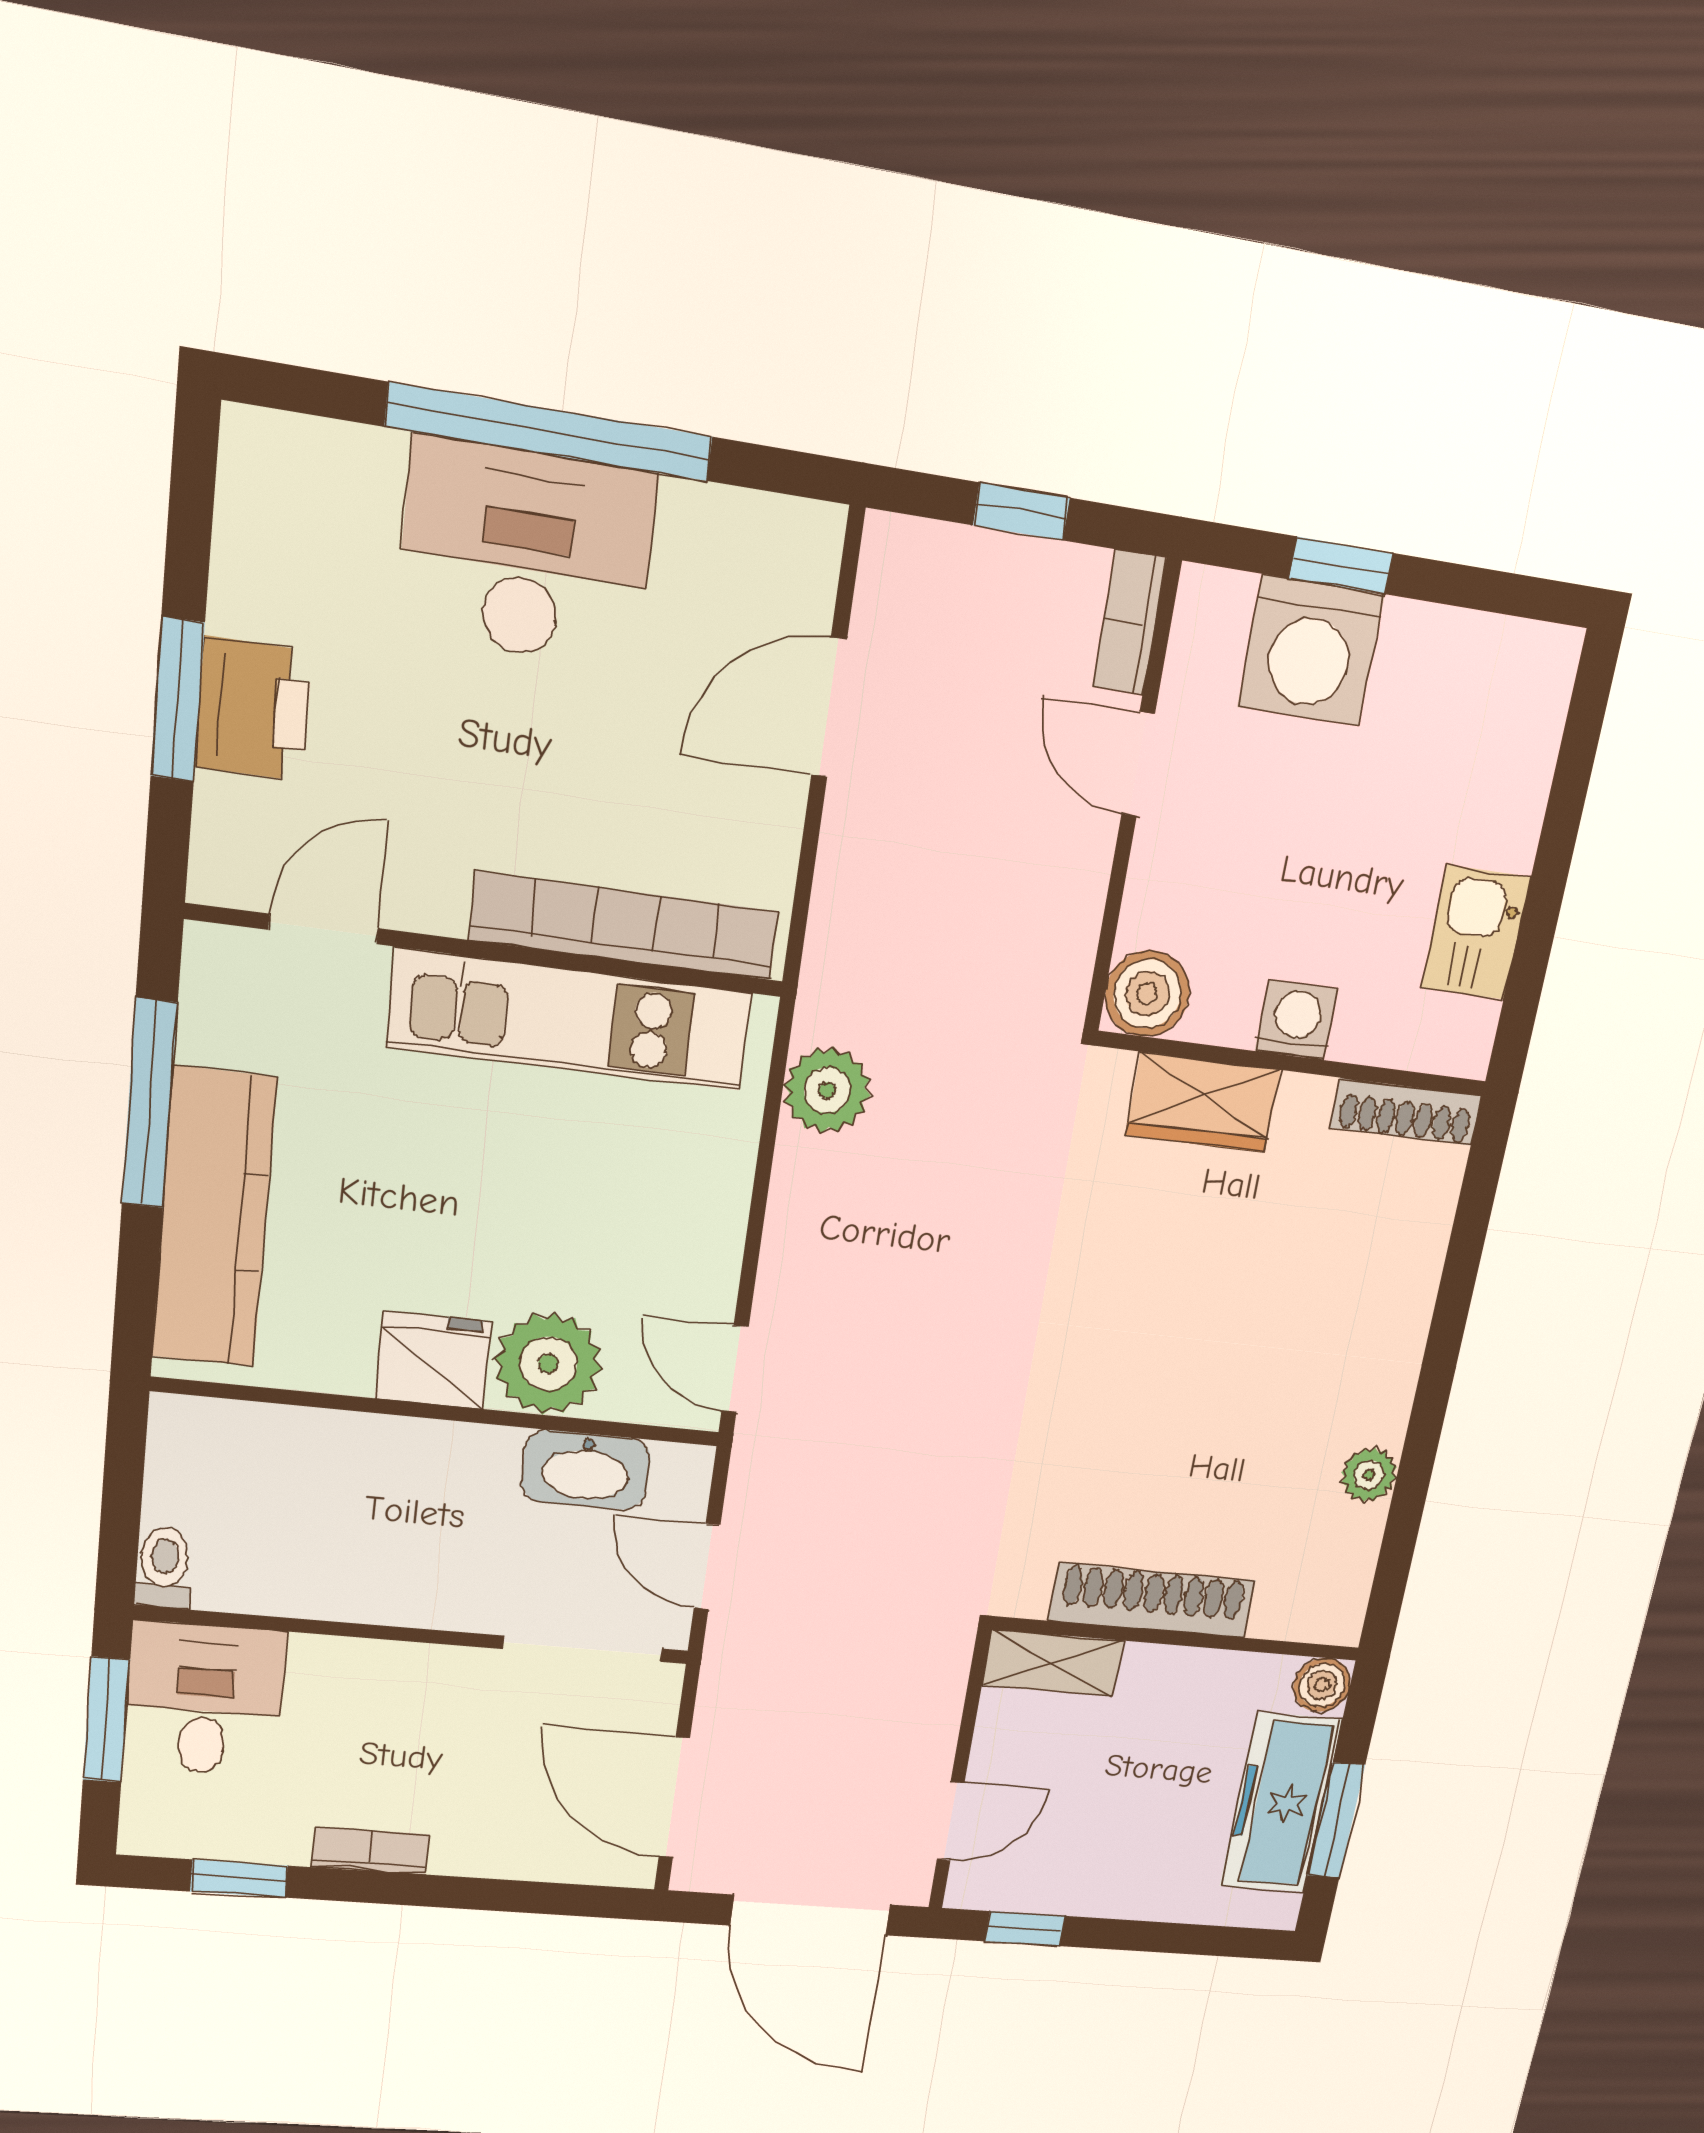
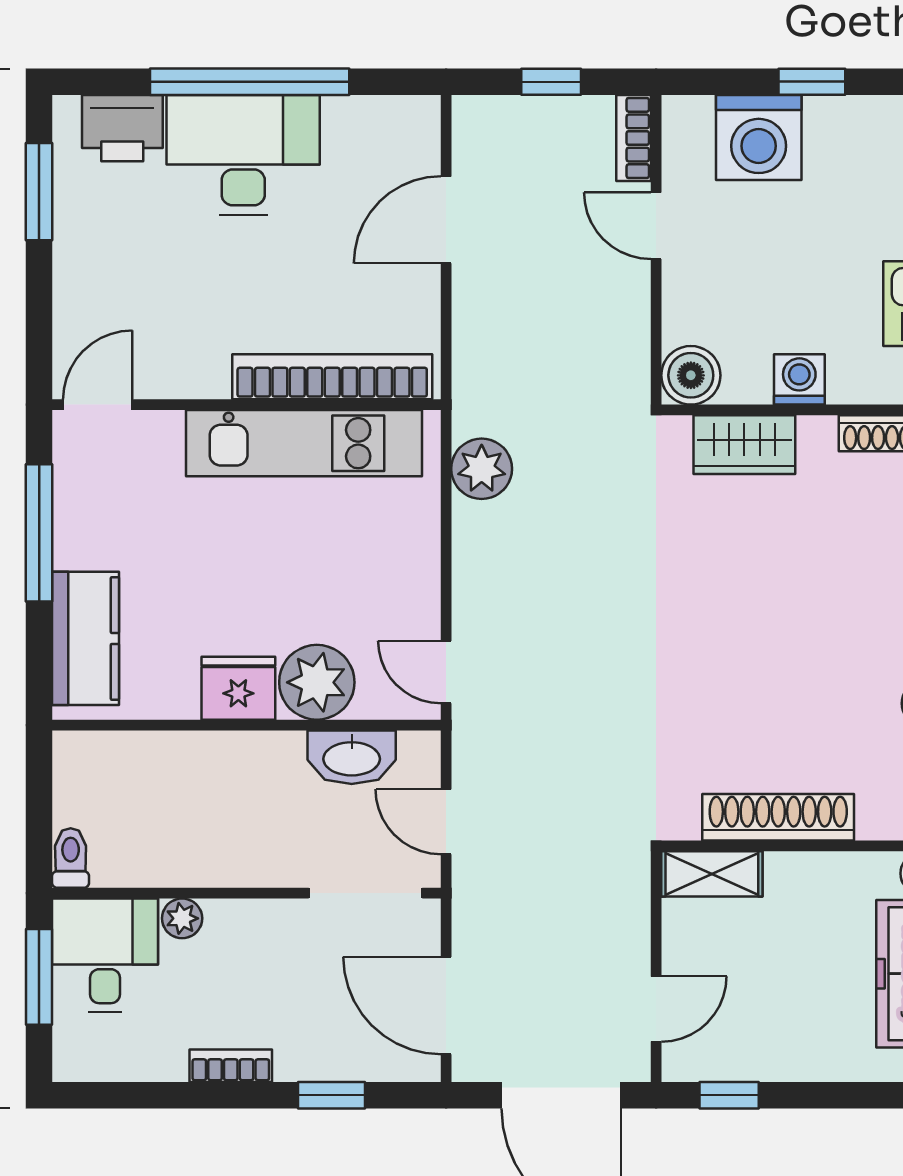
window: (1341, 566) -> (812, 82), moved
window: (178, 700) -> (39, 192), moved
printer: (254, 709) -> (122, 128), moved, turned 90
door: (323, 929) -> (98, 405), moved
kitchen counter: (214, 1218) -> (86, 638), width x0.67
plant: (320, 1660) -> (182, 918), added
window: (239, 1879) -> (332, 1095), moved

